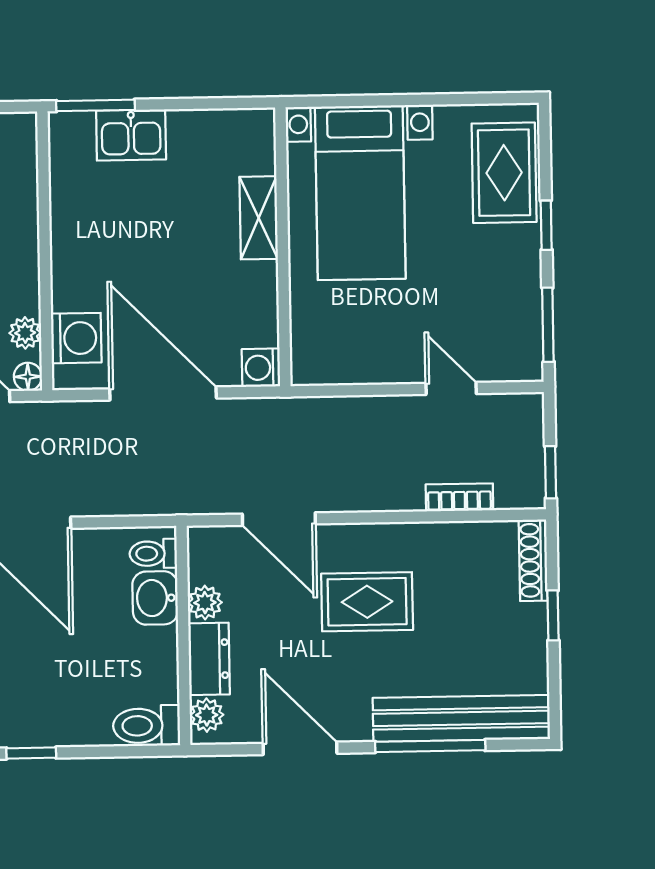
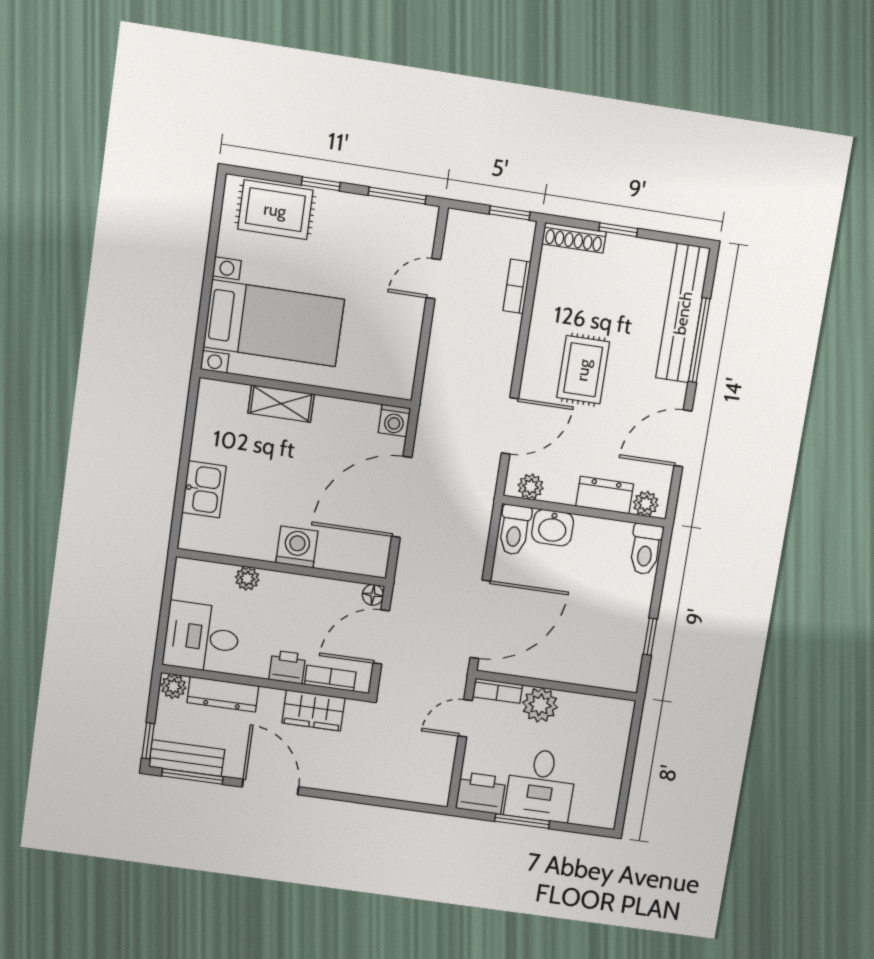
window: (95, 105) -> (178, 512), removed
plant: (25, 333) -> (247, 578), moved
washing machine: (76, 338) -> (297, 547), moved
toilet: (153, 554) -> (514, 530), width x1.37, depth x1.39
plant: (205, 603) -> (531, 487), moved

